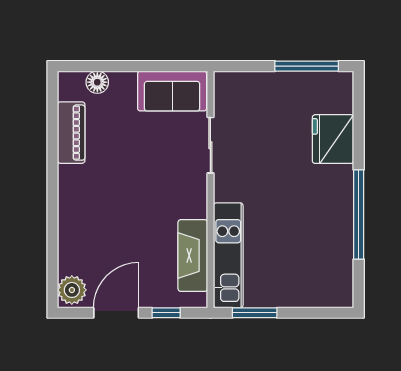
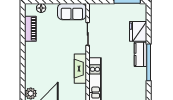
kitchen counter: (339, 195) -> (140, 54), added
fireplace: (193, 256) -> (80, 69), moved

